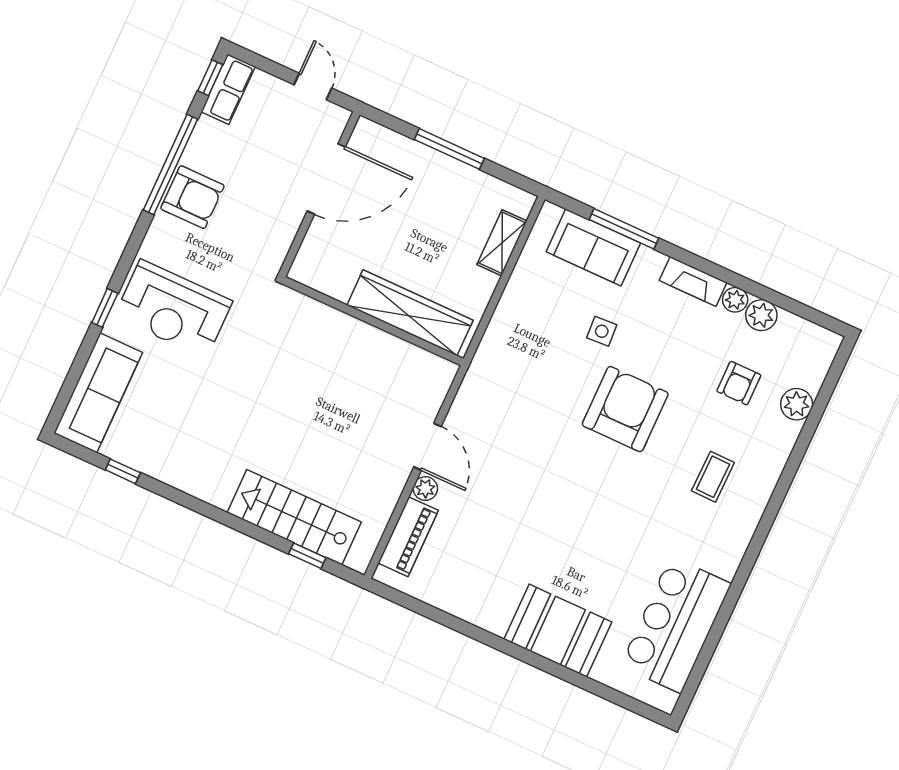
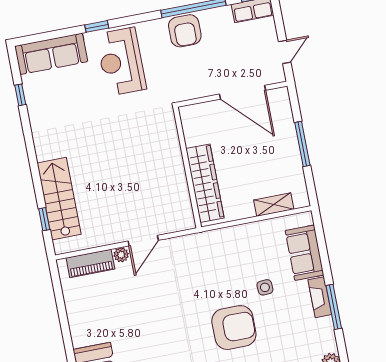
window: (624, 229) -> (334, 307), moved
fireplace: (693, 282) -> (320, 297), moved
plant: (735, 300) -> (329, 344), removed

